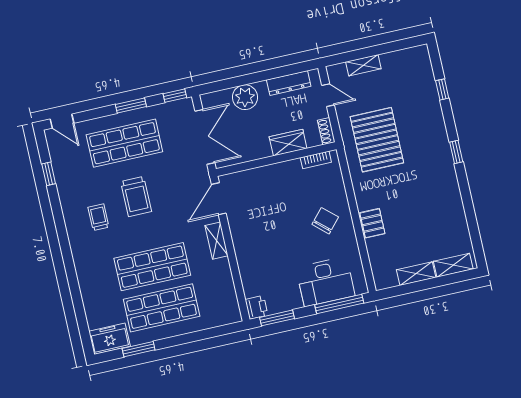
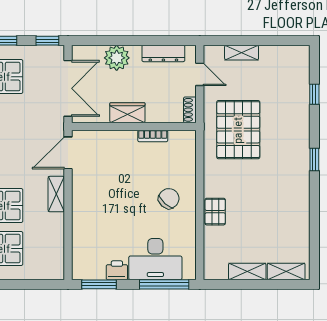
wardrobe: (288, 143) -> (127, 113), moved
bookcase: (316, 160) -> (153, 136), moved
printer: (257, 307) -> (117, 270), moved, turned -90

